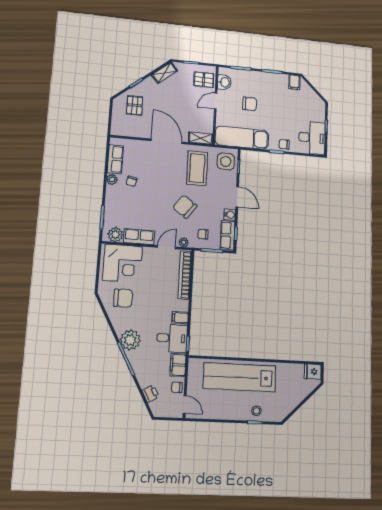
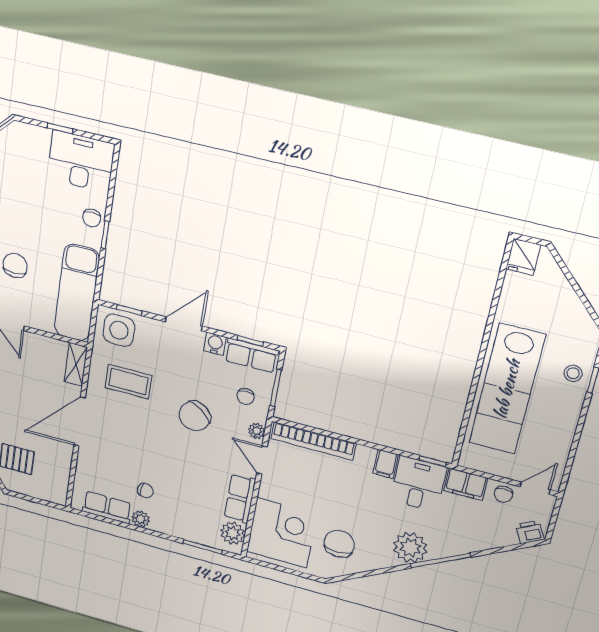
coffee table: (197, 168) -> (128, 382), width x0.73, depth x0.76
printer: (150, 394) -> (530, 532), moved

